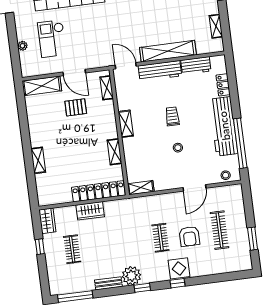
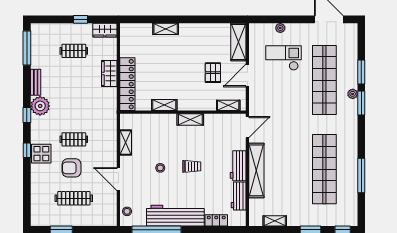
workbench: (160, 71) -> (238, 166), width x0.73
shelving: (141, 188) -> (126, 142), moved

